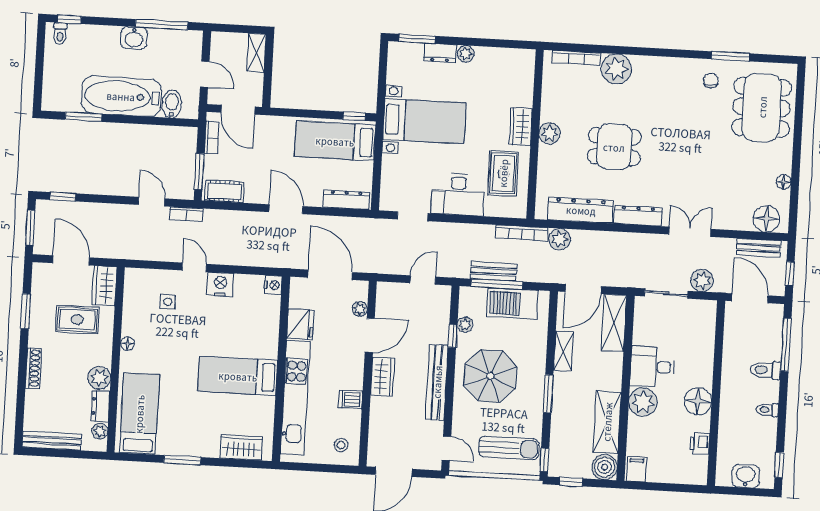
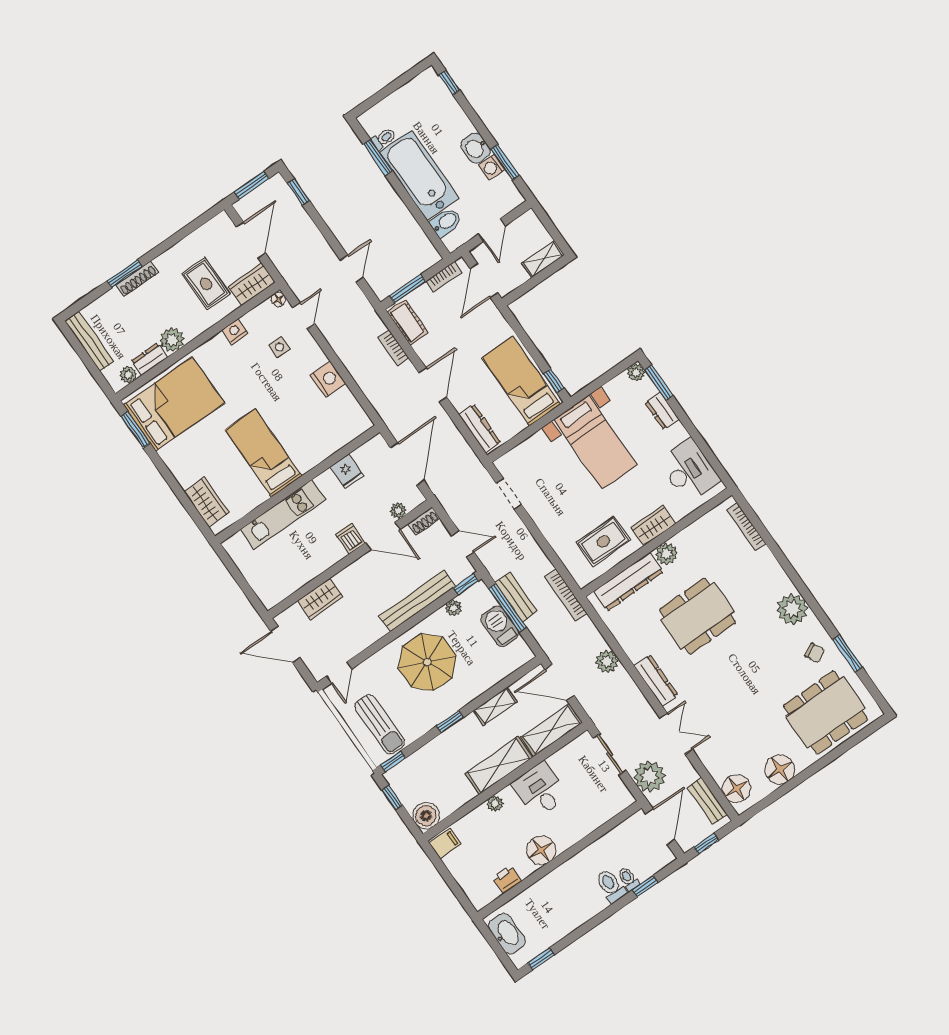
window: (162, 24) -> (505, 162), width x0.69
toilet: (60, 34) -> (384, 139), moved, turned 180
washing machine: (158, 37) -> (492, 167), added
plant: (466, 54) -> (636, 372), moved
plant: (616, 69) -> (792, 609), moved
chair: (711, 81) -> (815, 653), turned 62
dining table: (614, 147) -> (698, 616), width x1.38
floor lamp: (784, 182) -> (780, 769), width x1.89, depth x1.89
desk: (458, 194) -> (689, 471), moved, turned 180
dresser: (581, 210) -> (629, 582), moved, turned 90
bookcase: (186, 214) -> (393, 348), moved
plant: (560, 239) -> (607, 662), moved
door: (194, 267) -> (304, 316), moved
plant: (702, 281) -> (650, 776), width x1.36, depth x1.36
nightstand: (273, 285) -> (235, 332), moved, turned 180
shoe rack: (383, 296) -> (424, 521), added
barbecue: (513, 304) -> (500, 626), width x0.73, depth x0.83
window: (26, 311) -> (125, 274), moved
fridge: (300, 324) -> (347, 471), width x0.72
window: (453, 336) -> (466, 584), moved
floor lamp: (127, 344) -> (278, 299), moved
window: (786, 345) -> (645, 886), width x0.46
wardrobe: (382, 377) -> (320, 599), moved
bench: (437, 382) -> (417, 601), moved
window: (548, 394) -> (450, 722), width x0.67
kitchen unit: (295, 397) -> (283, 515), width x0.73
dishwasher: (351, 399) -> (350, 539), moved
plant: (643, 402) -> (495, 804), width x0.53, depth x0.53
toilet: (767, 410) -> (628, 879), moved
bed: (139, 414) -> (174, 404), width x1.50
shelving: (607, 422) -> (499, 765), moved
stool: (341, 445) -> (273, 583), removed
window: (182, 460) -> (135, 430), moved
washbasin: (746, 476) -> (507, 934), width x1.38

